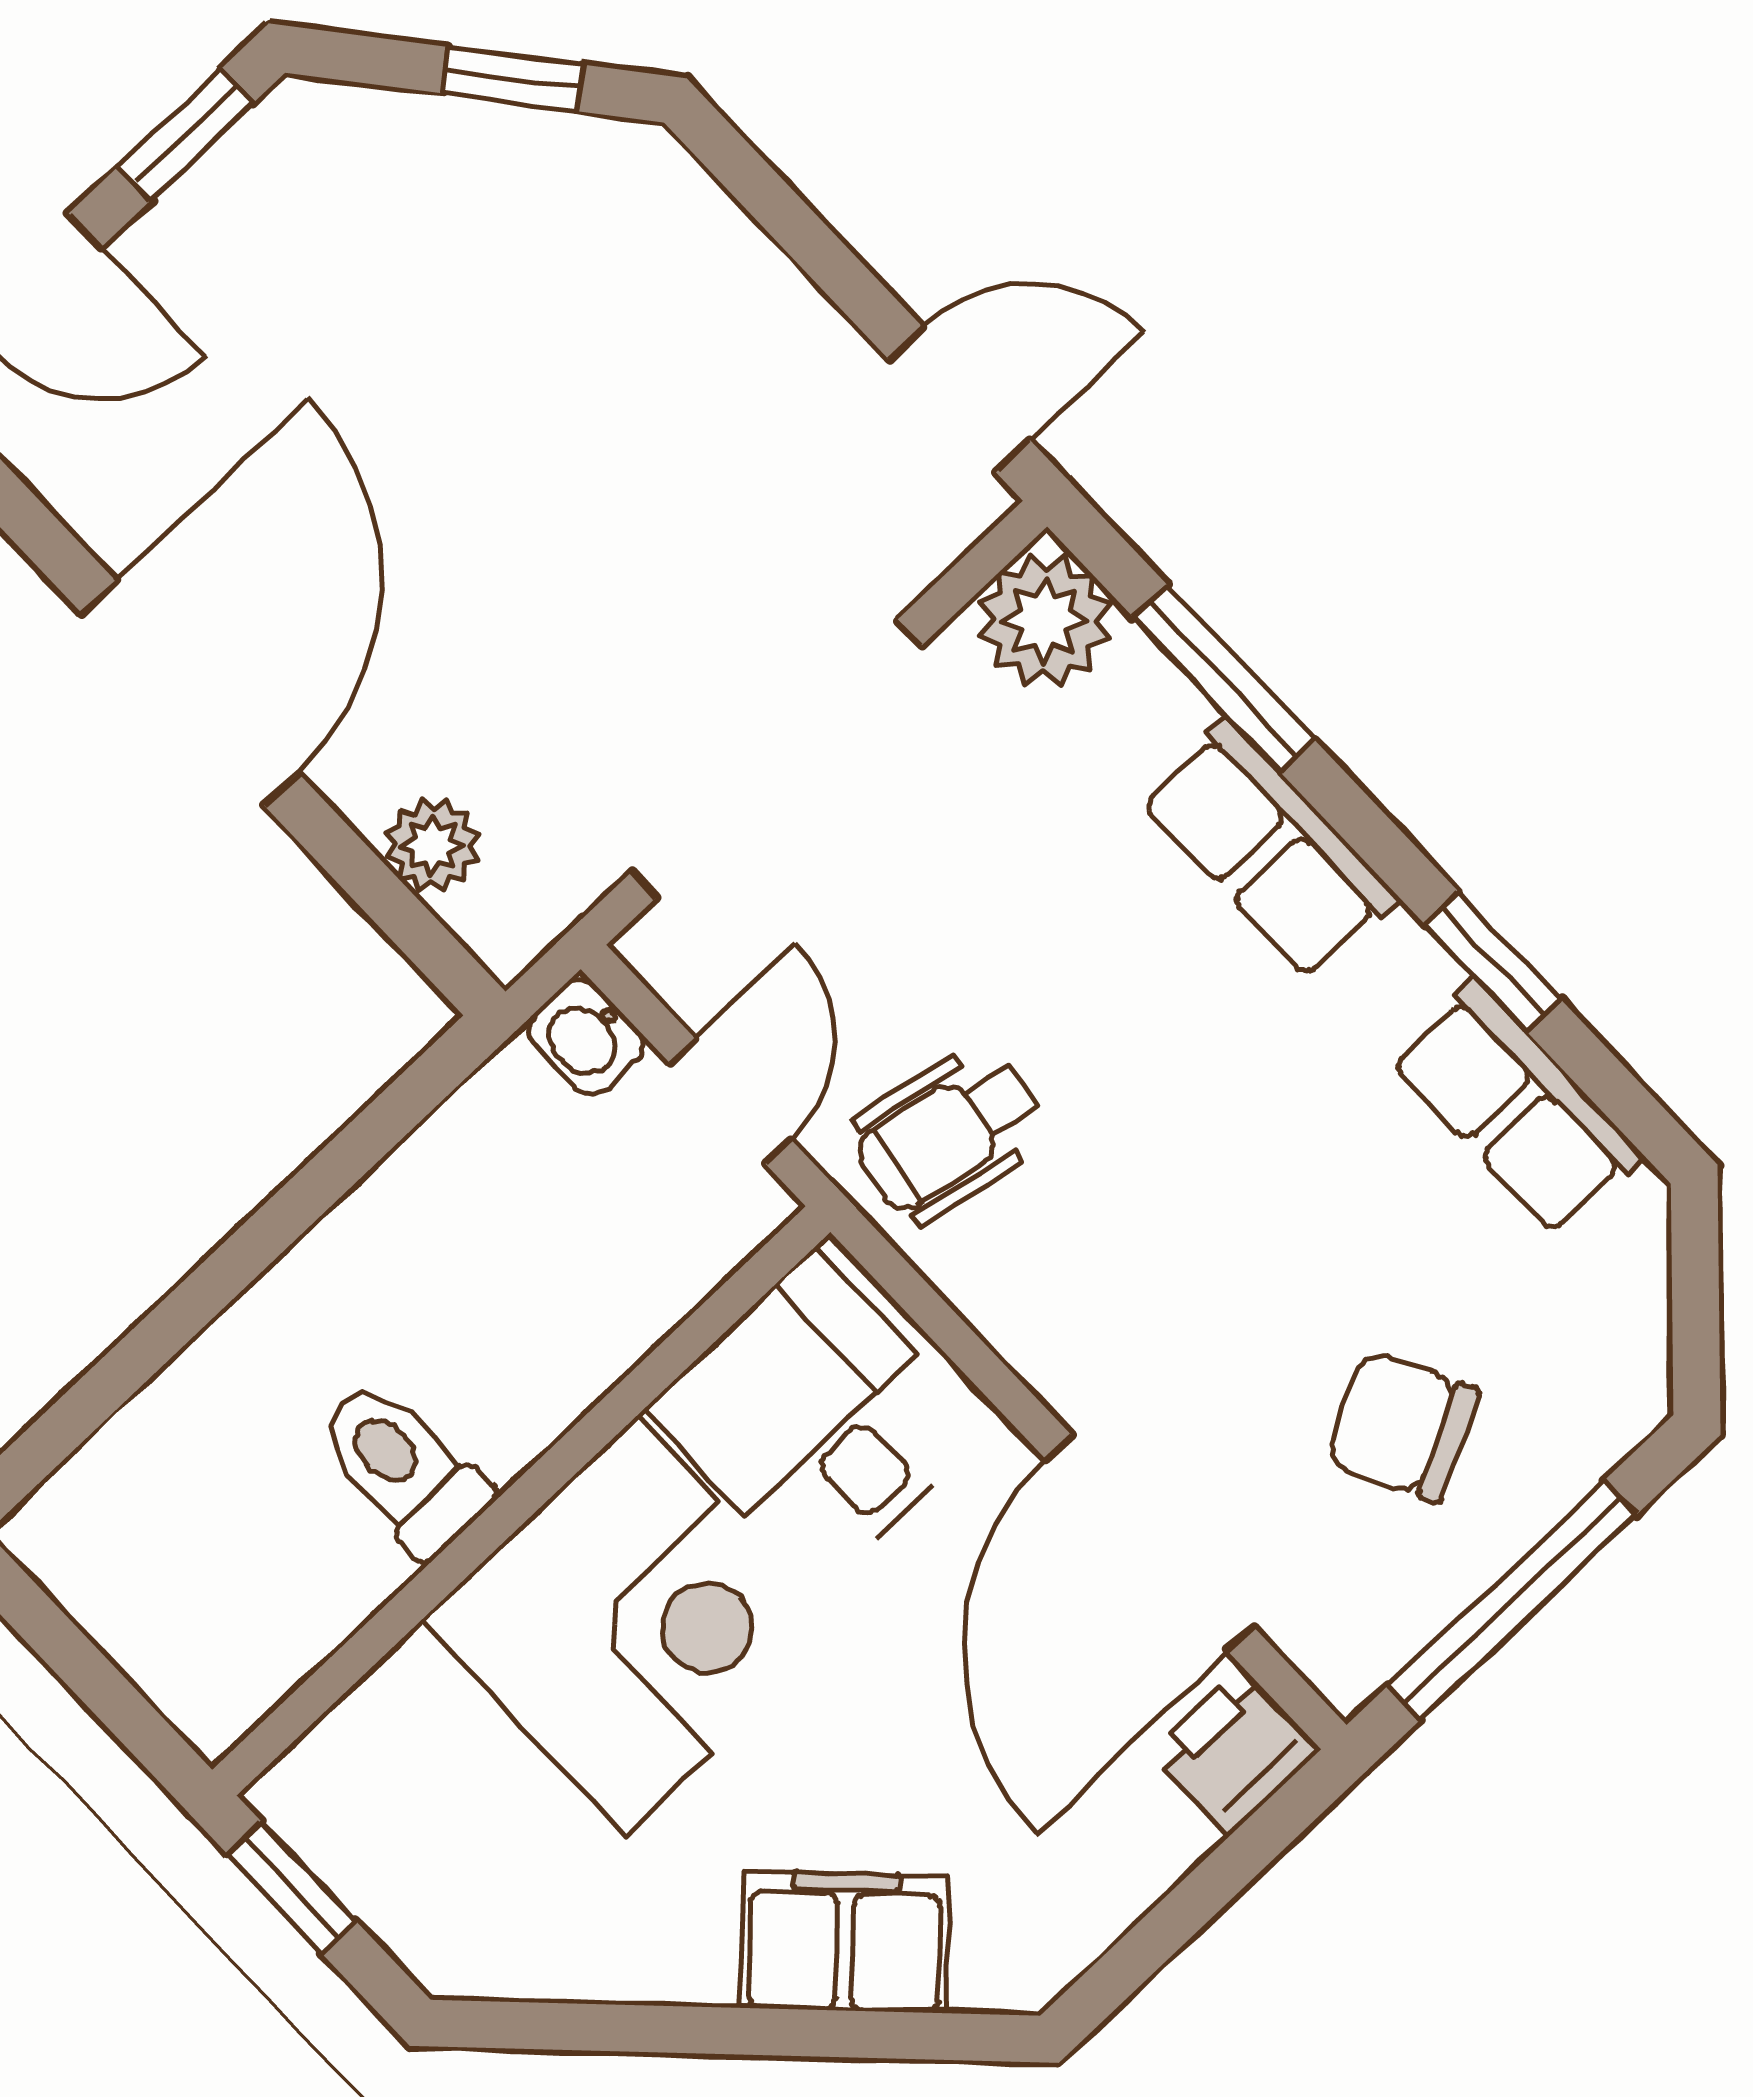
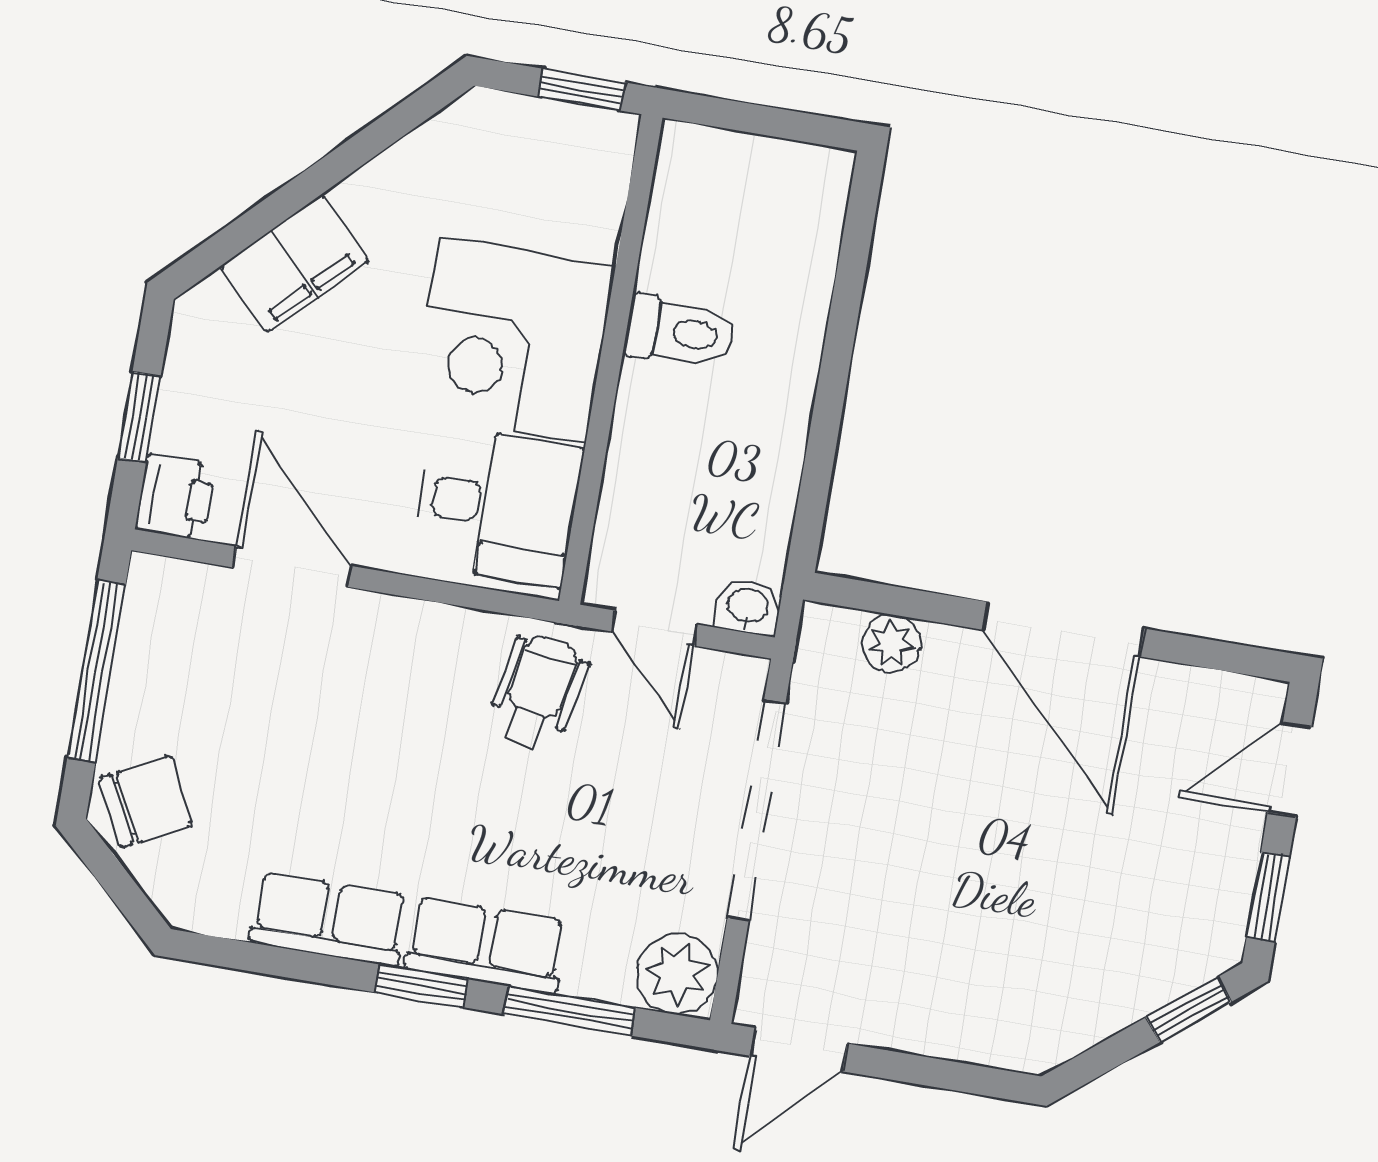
window: (513, 79) -> (1189, 1010), moved
window: (1493, 962) -> (422, 986), moved
row of seats: (1516, 1108) -> (329, 919), moved
chair: (1402, 1426) -> (146, 802), moved
door: (1150, 1543) -> (292, 567), width x0.73
window: (1203, 1893) -> (139, 417), added

